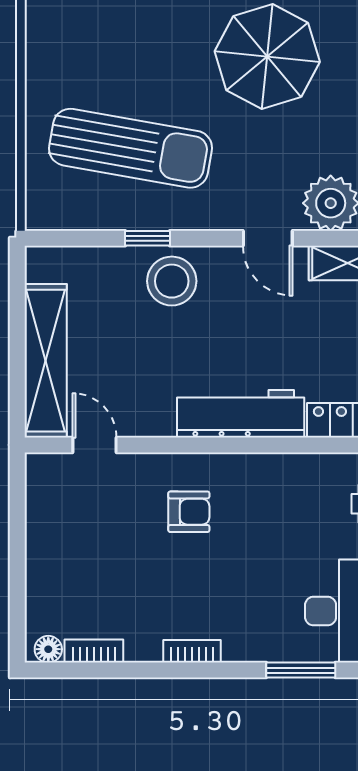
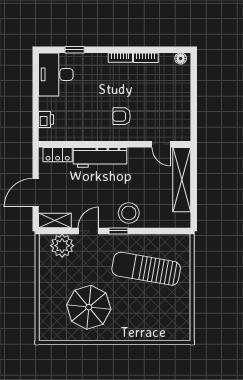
window: (148, 238) -> (118, 231), moved
door: (268, 238) -> (89, 231), hinge flipped
bookcase: (94, 651) -> (146, 58), moved
window: (301, 670) -> (75, 50), width x0.67

